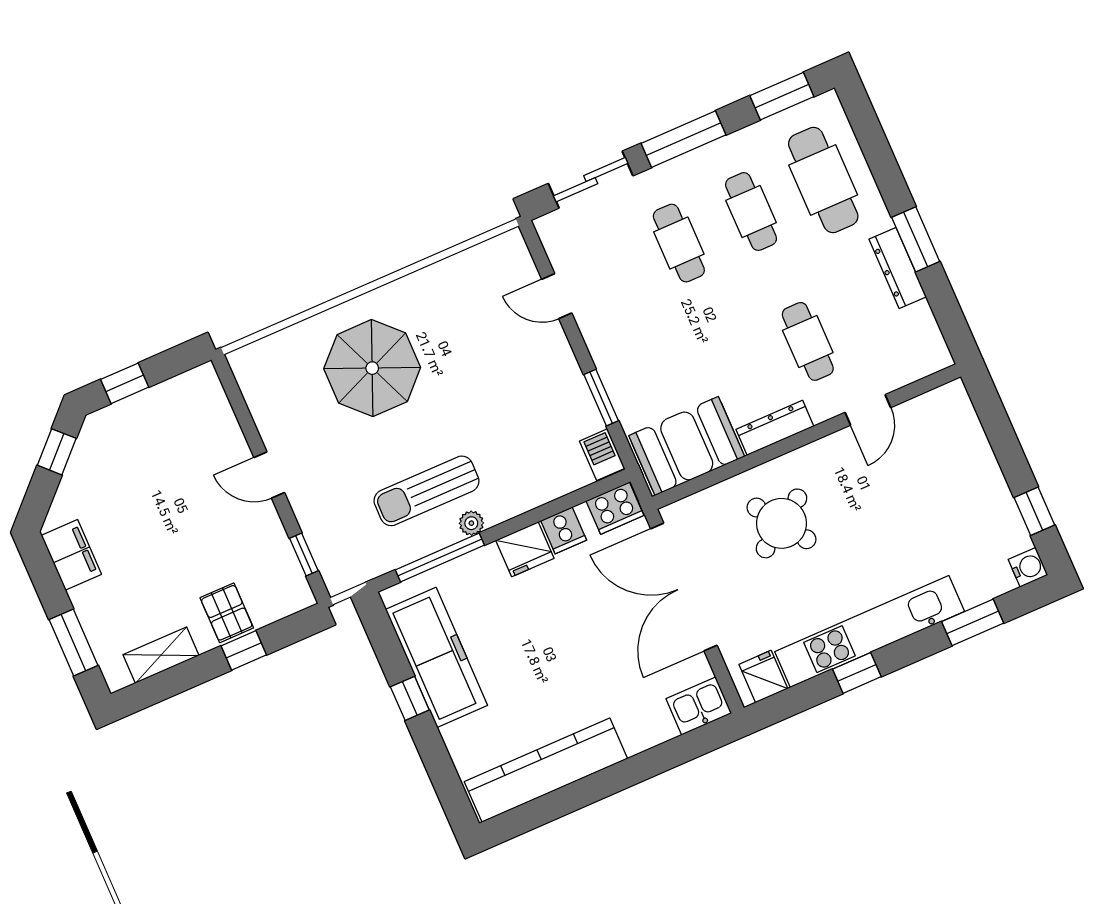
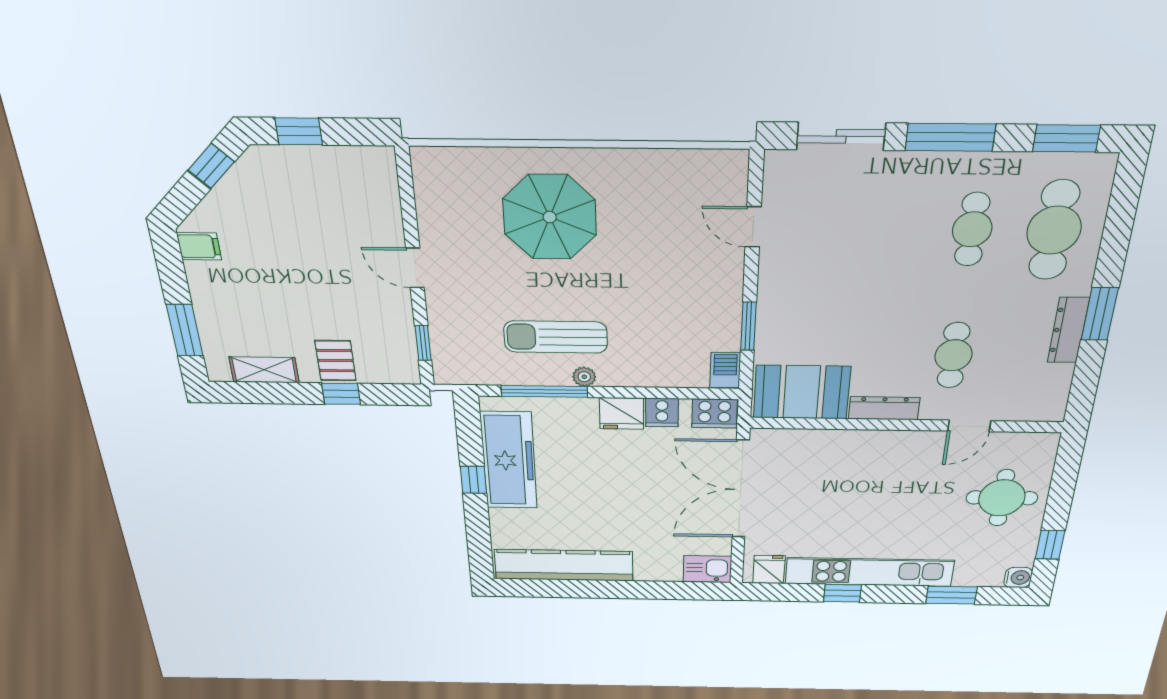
cafe table: (679, 243) -> (891, 229), removed
round table: (781, 523) -> (1002, 498), moved, turned 34
filing cabinet: (71, 555) -> (199, 246), width x0.50

